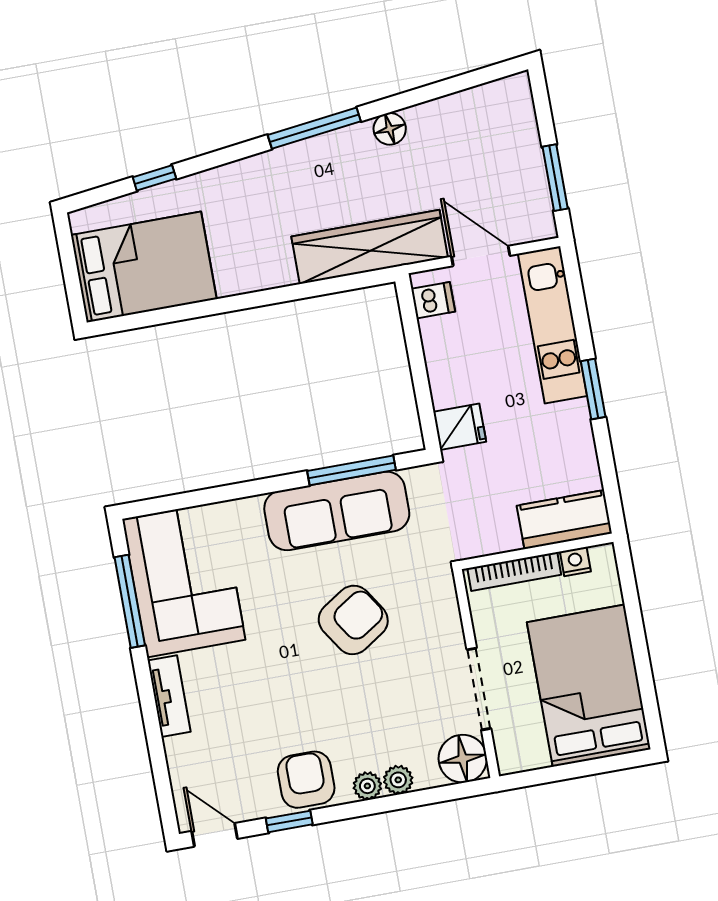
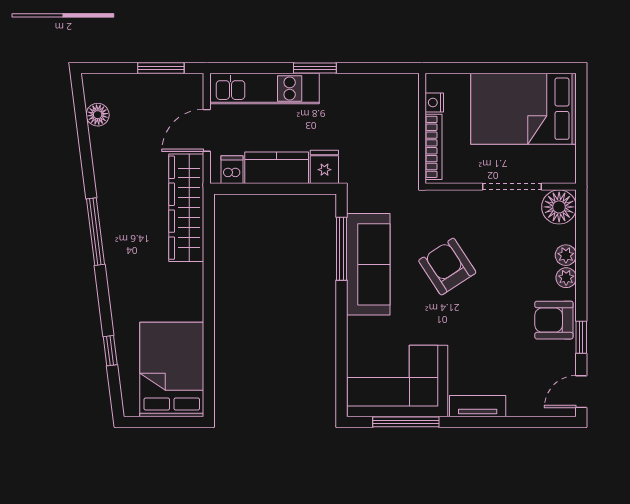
floor lamp: (390, 129) -> (98, 115), moved
kitchen counter: (564, 519) -> (277, 168), moved, turned 90

